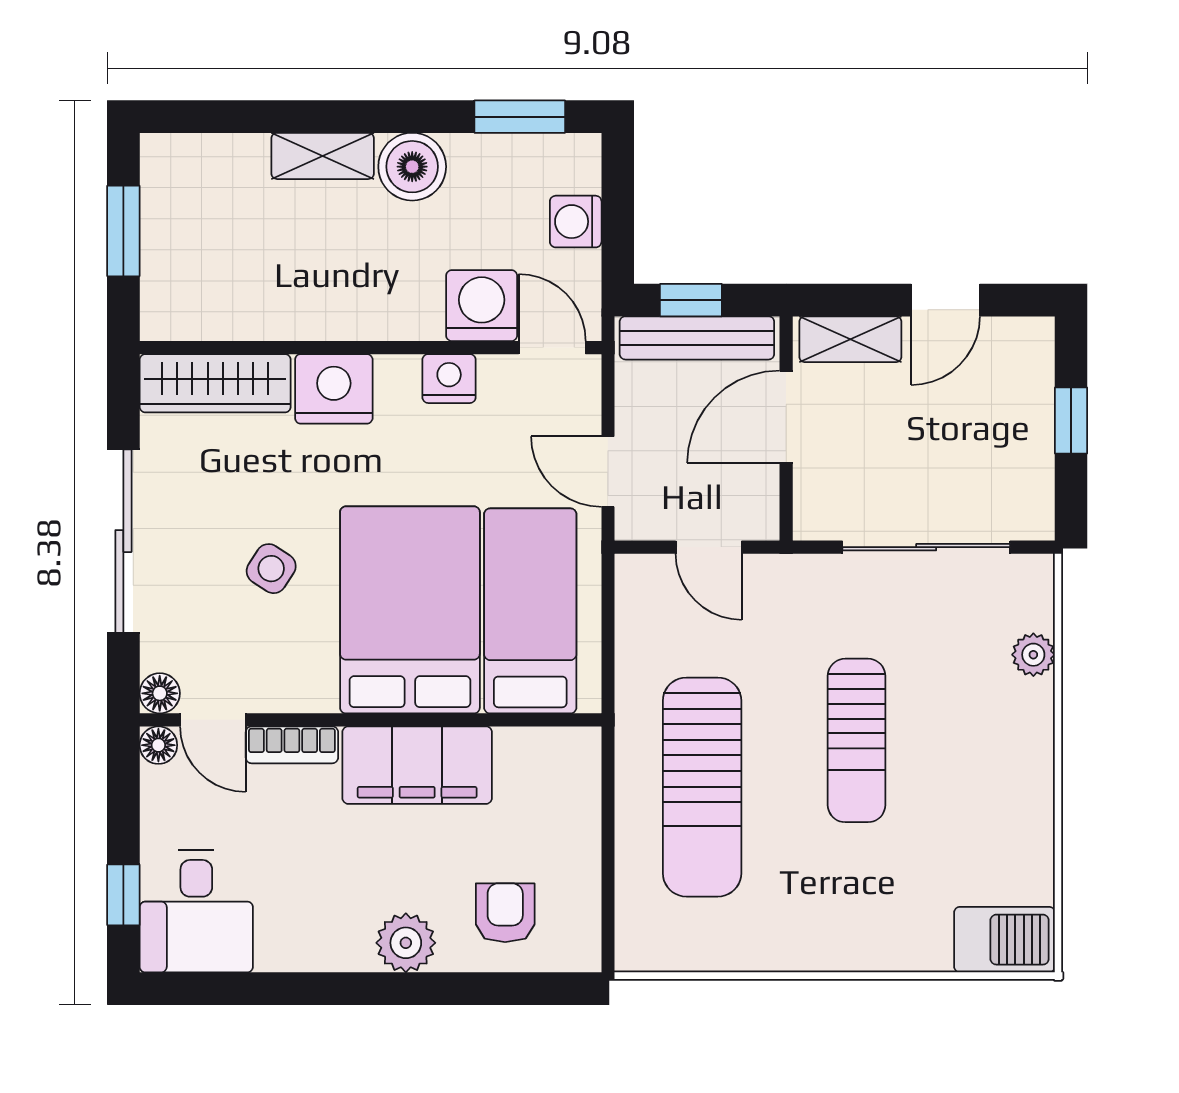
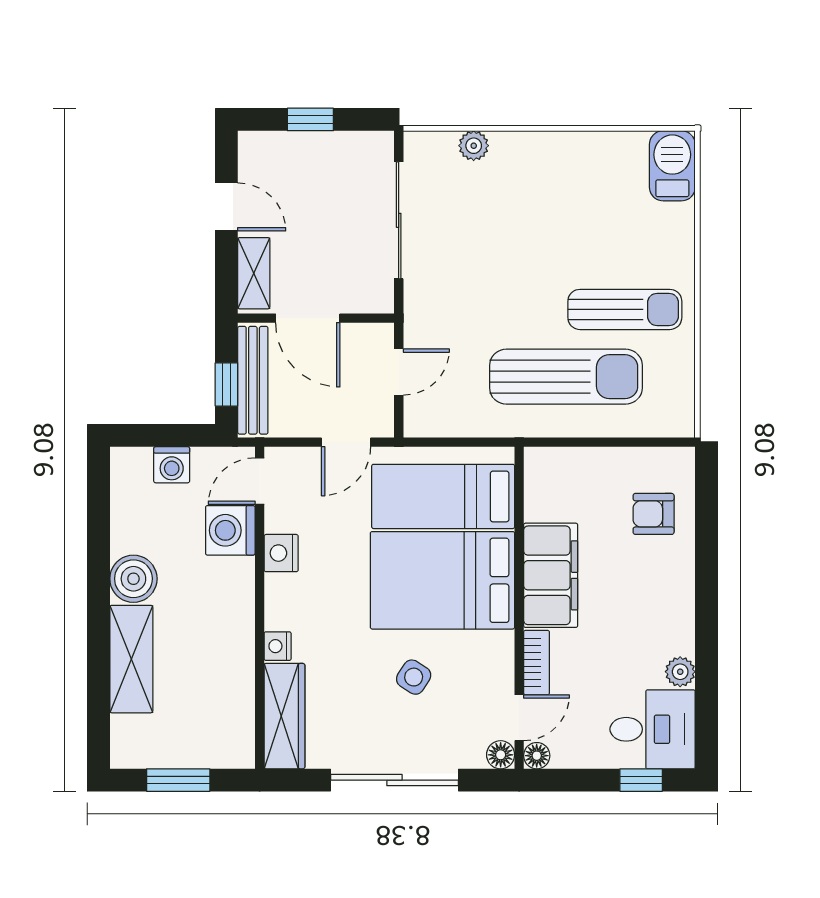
window: (520, 117) -> (99, 504), removed
shelving: (323, 156) -> (131, 659), width x1.50, depth x1.33
nightstand: (334, 389) -> (278, 646), width x0.53, depth x0.56
sun lounger: (857, 740) -> (625, 309), moved
plant: (406, 943) -> (680, 672), moved, width x0.73, depth x0.73

